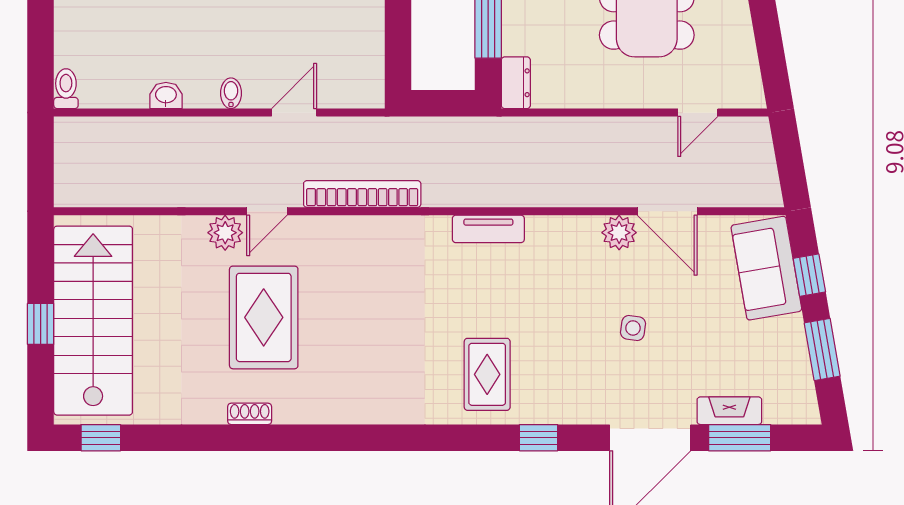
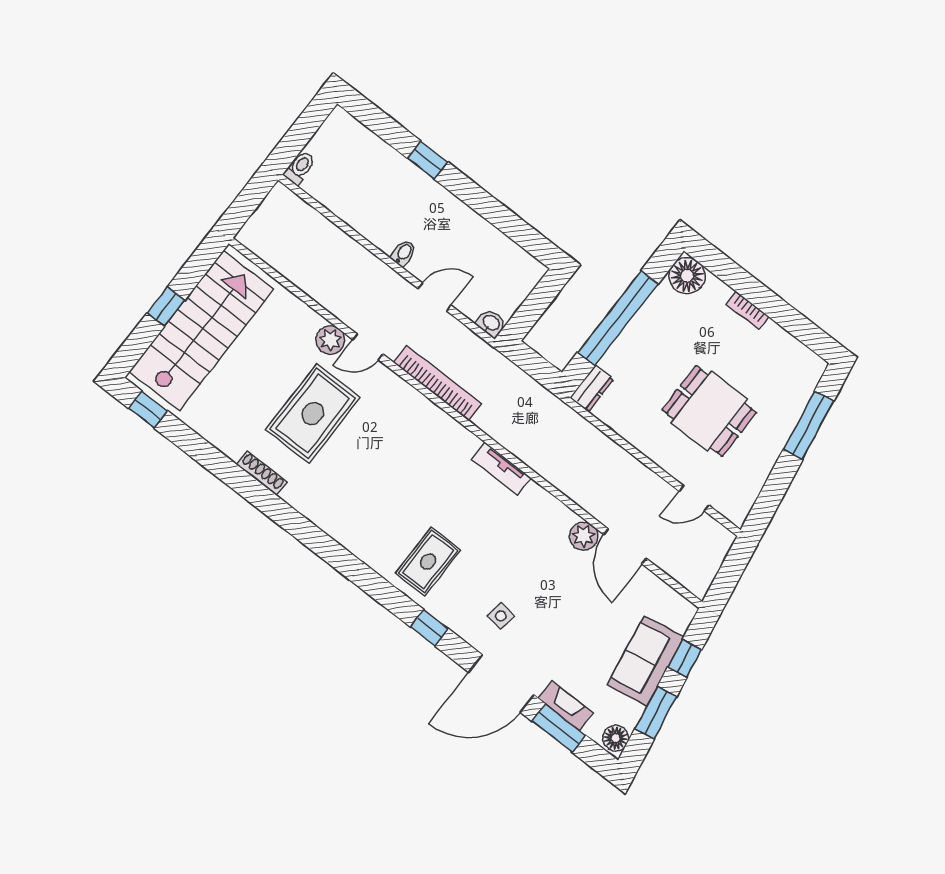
washbasin: (166, 95) -> (491, 323), moved
sofa: (766, 268) -> (646, 661), moved
side table: (633, 328) -> (501, 616), moved
floor lamp: (802, 405) -> (616, 738), added
shoe rack: (250, 414) -> (262, 473), width x1.43

